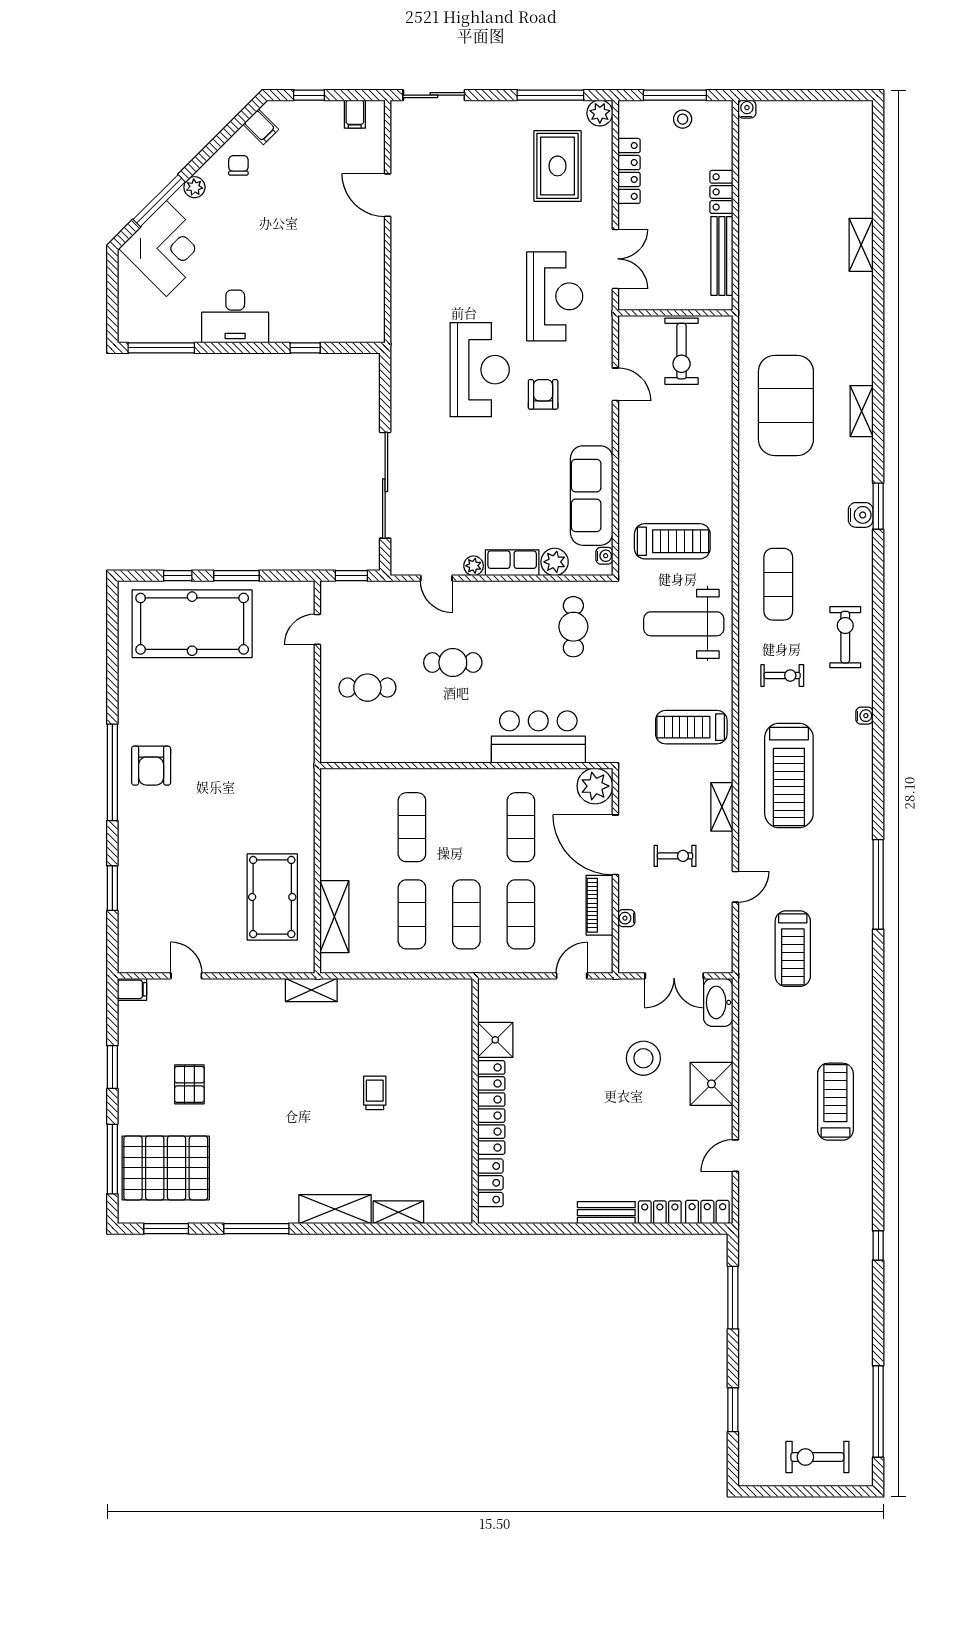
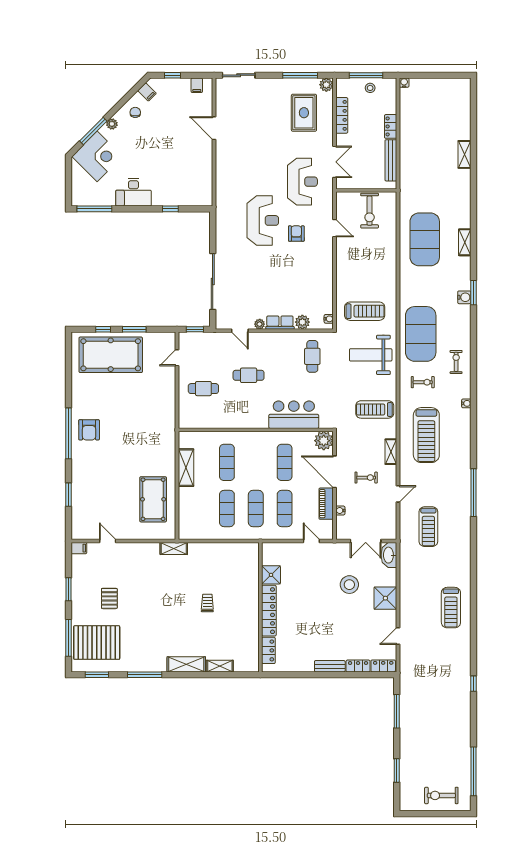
sofa: (592, 496) -> (322, 287), removed
exercise mat: (778, 584) -> (421, 334), width x2.00, depth x1.45
exercise bike: (845, 637) -> (456, 362), width x0.73, depth x0.72
shelving: (334, 917) -> (186, 468), moved
door: (572, 976) -> (311, 541), hinge flipped
treadmill: (835, 1102) -> (451, 608), turned 180

